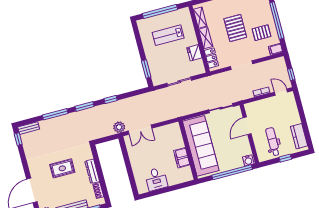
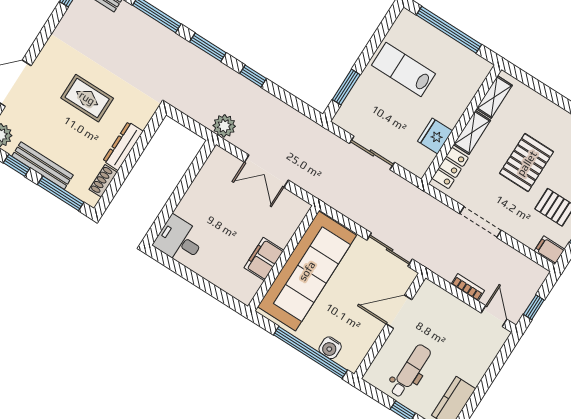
lab bench: (168, 35) -> (404, 69), moved
double door: (140, 130) -> (266, 171), moved
water cooler: (248, 160) -> (330, 348), moved
desk: (156, 179) -> (179, 240), moved, turned 90

